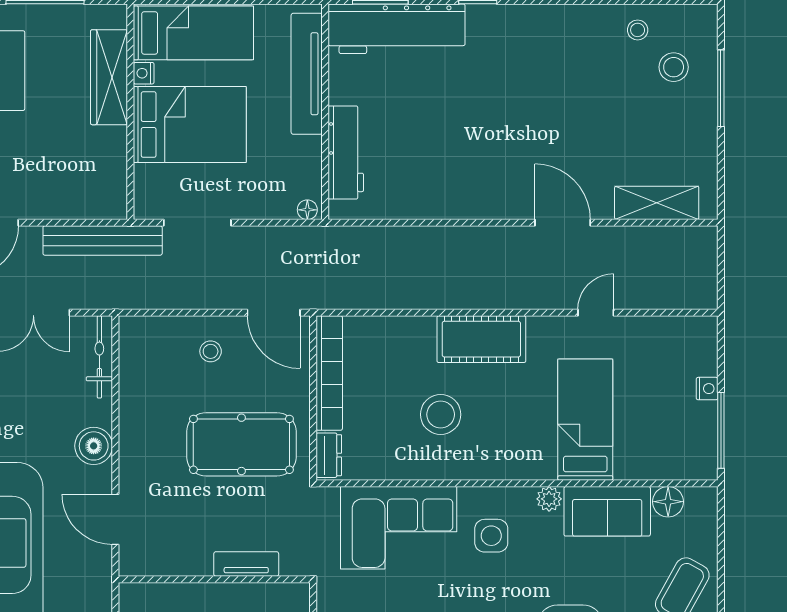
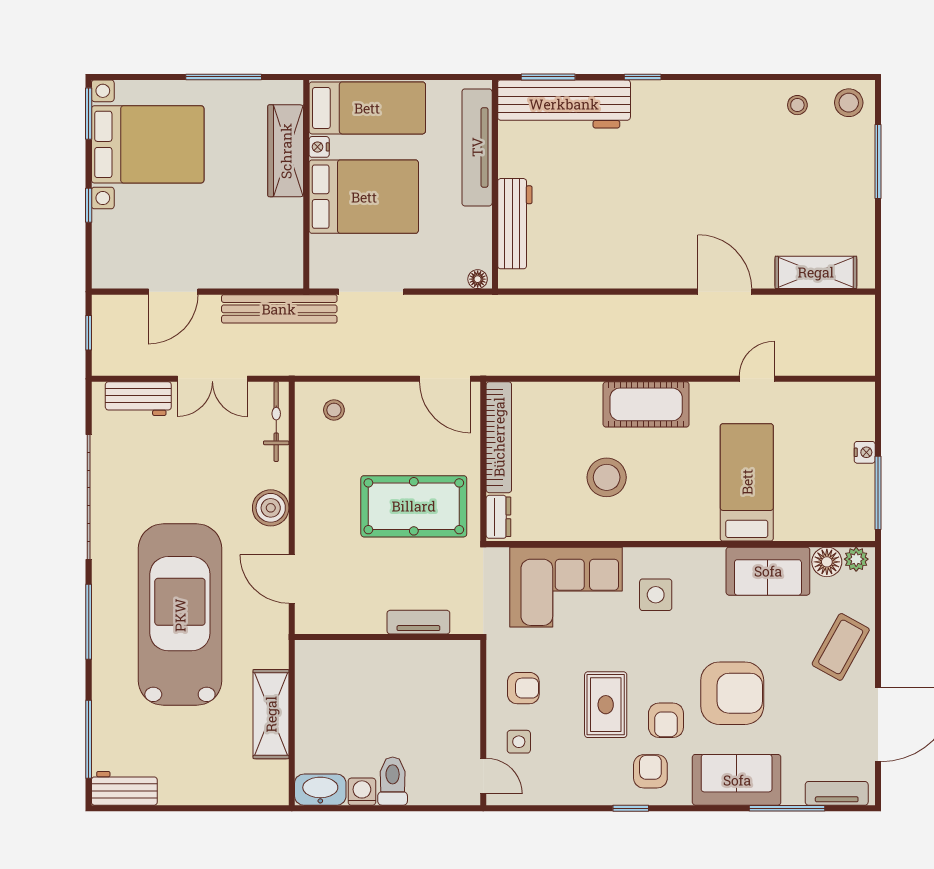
stool: (674, 67) -> (849, 103), moved
stool: (211, 351) -> (334, 410), moved
plant: (549, 499) -> (856, 559), moved

